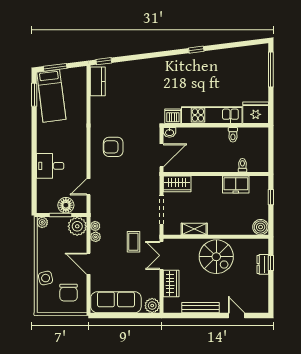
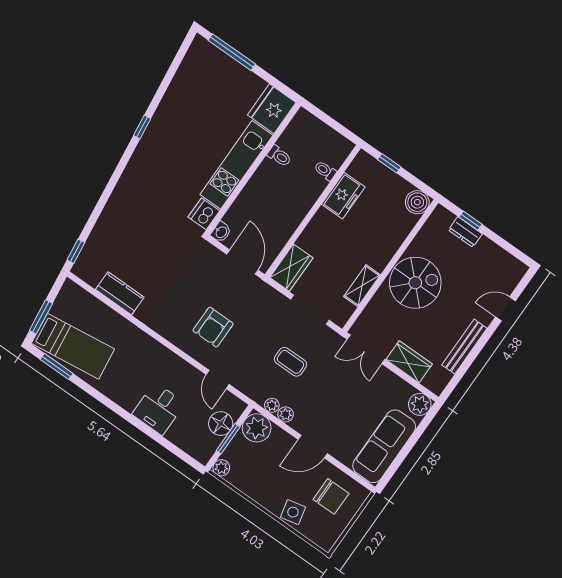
kitchen counter: (98, 81) -> (120, 293), moved
armchair: (113, 147) -> (213, 327), moved
coffee table: (133, 242) -> (290, 362), moved

